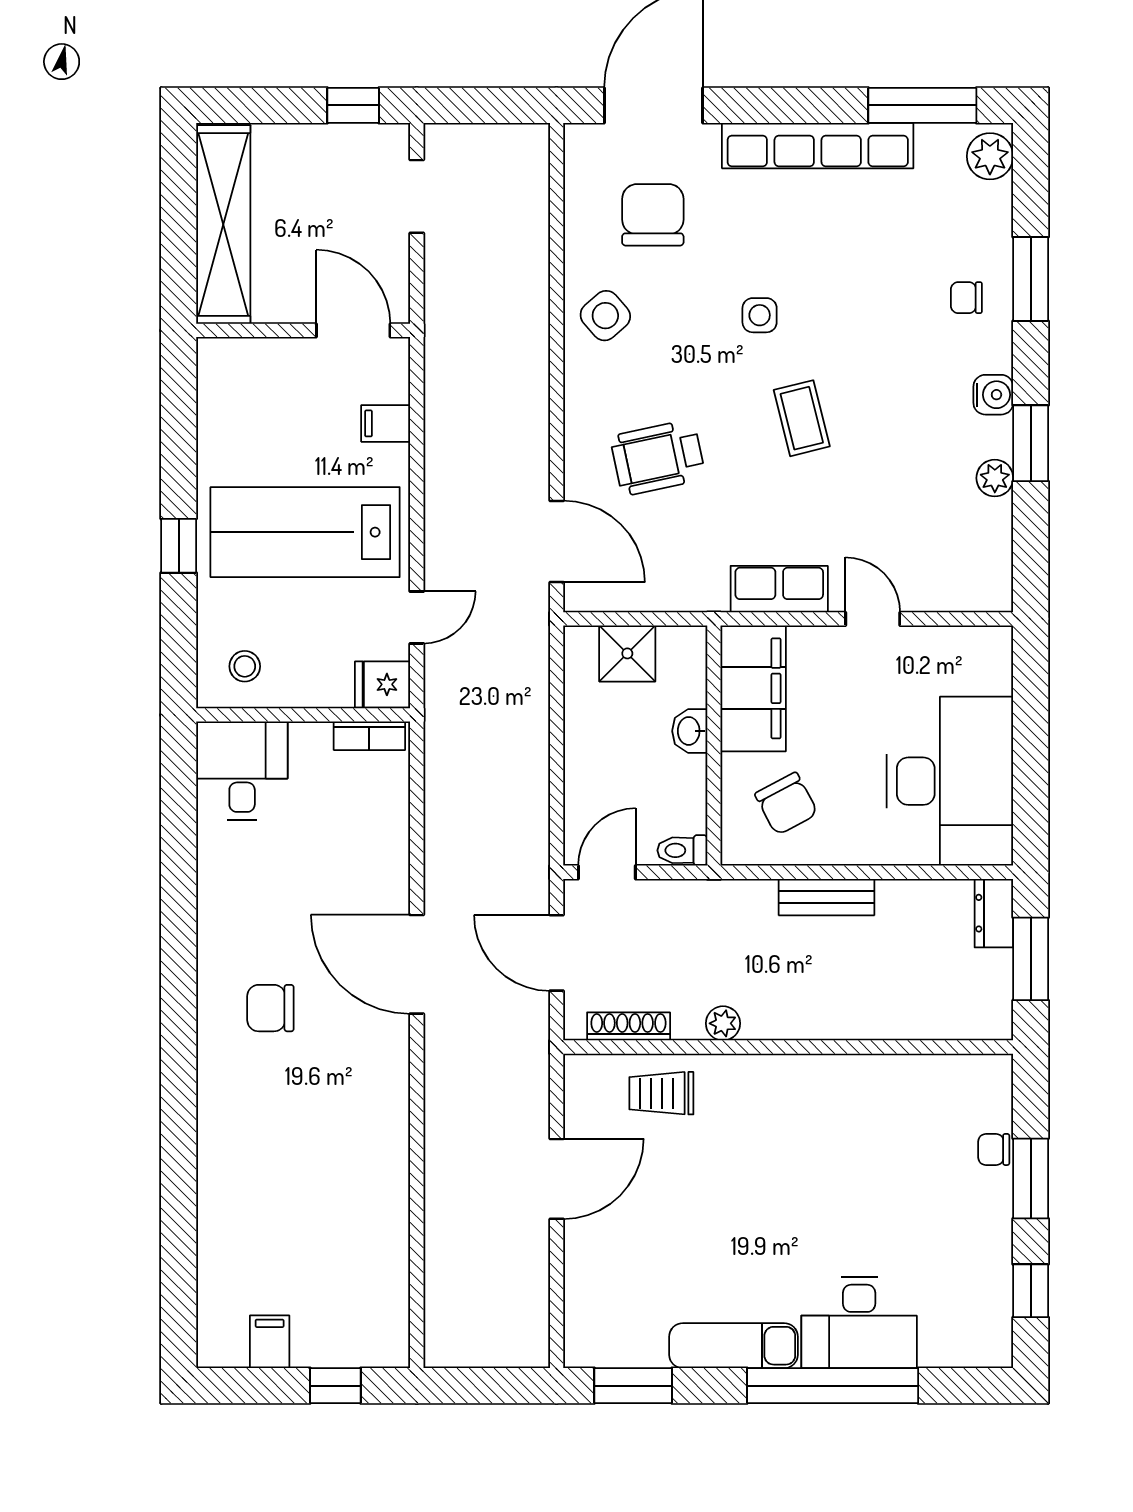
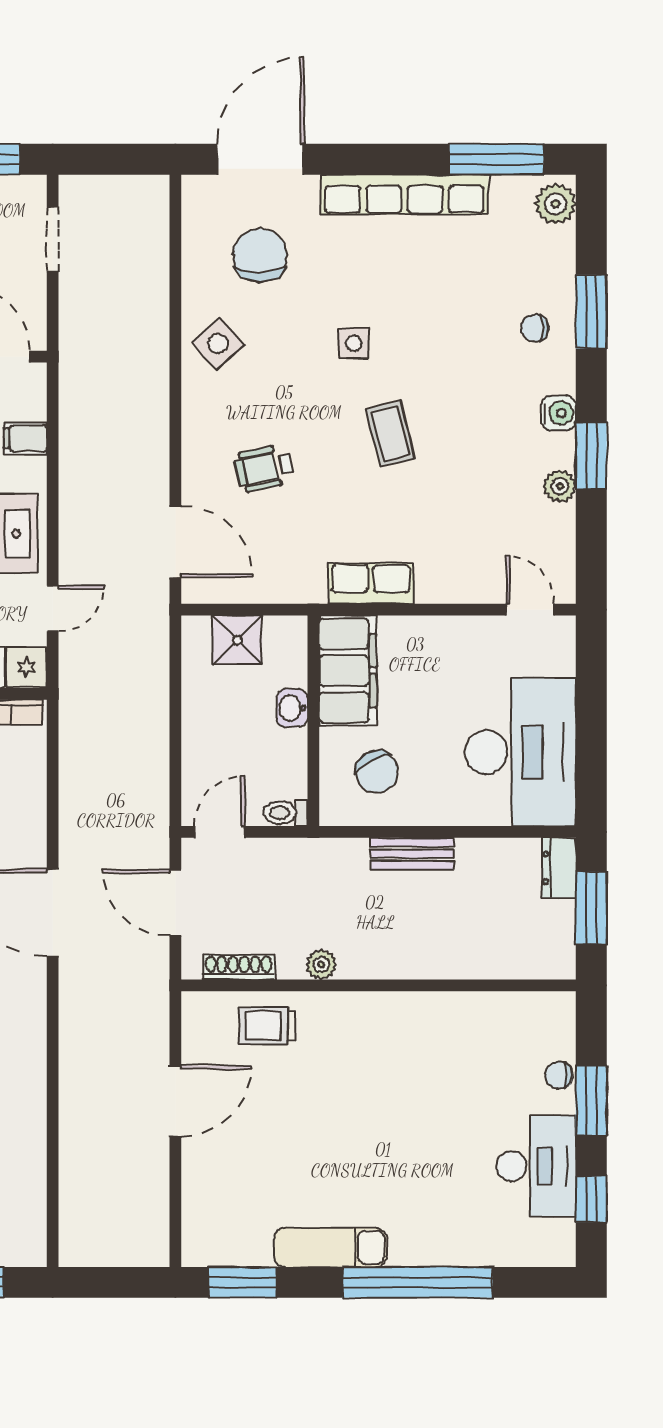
wheelchair: (658, 458) -> (264, 468), width x0.73, depth x0.73
door: (873, 619) -> (530, 610), moved
desk: (859, 1323) -> (536, 1166), moved, turned -90

